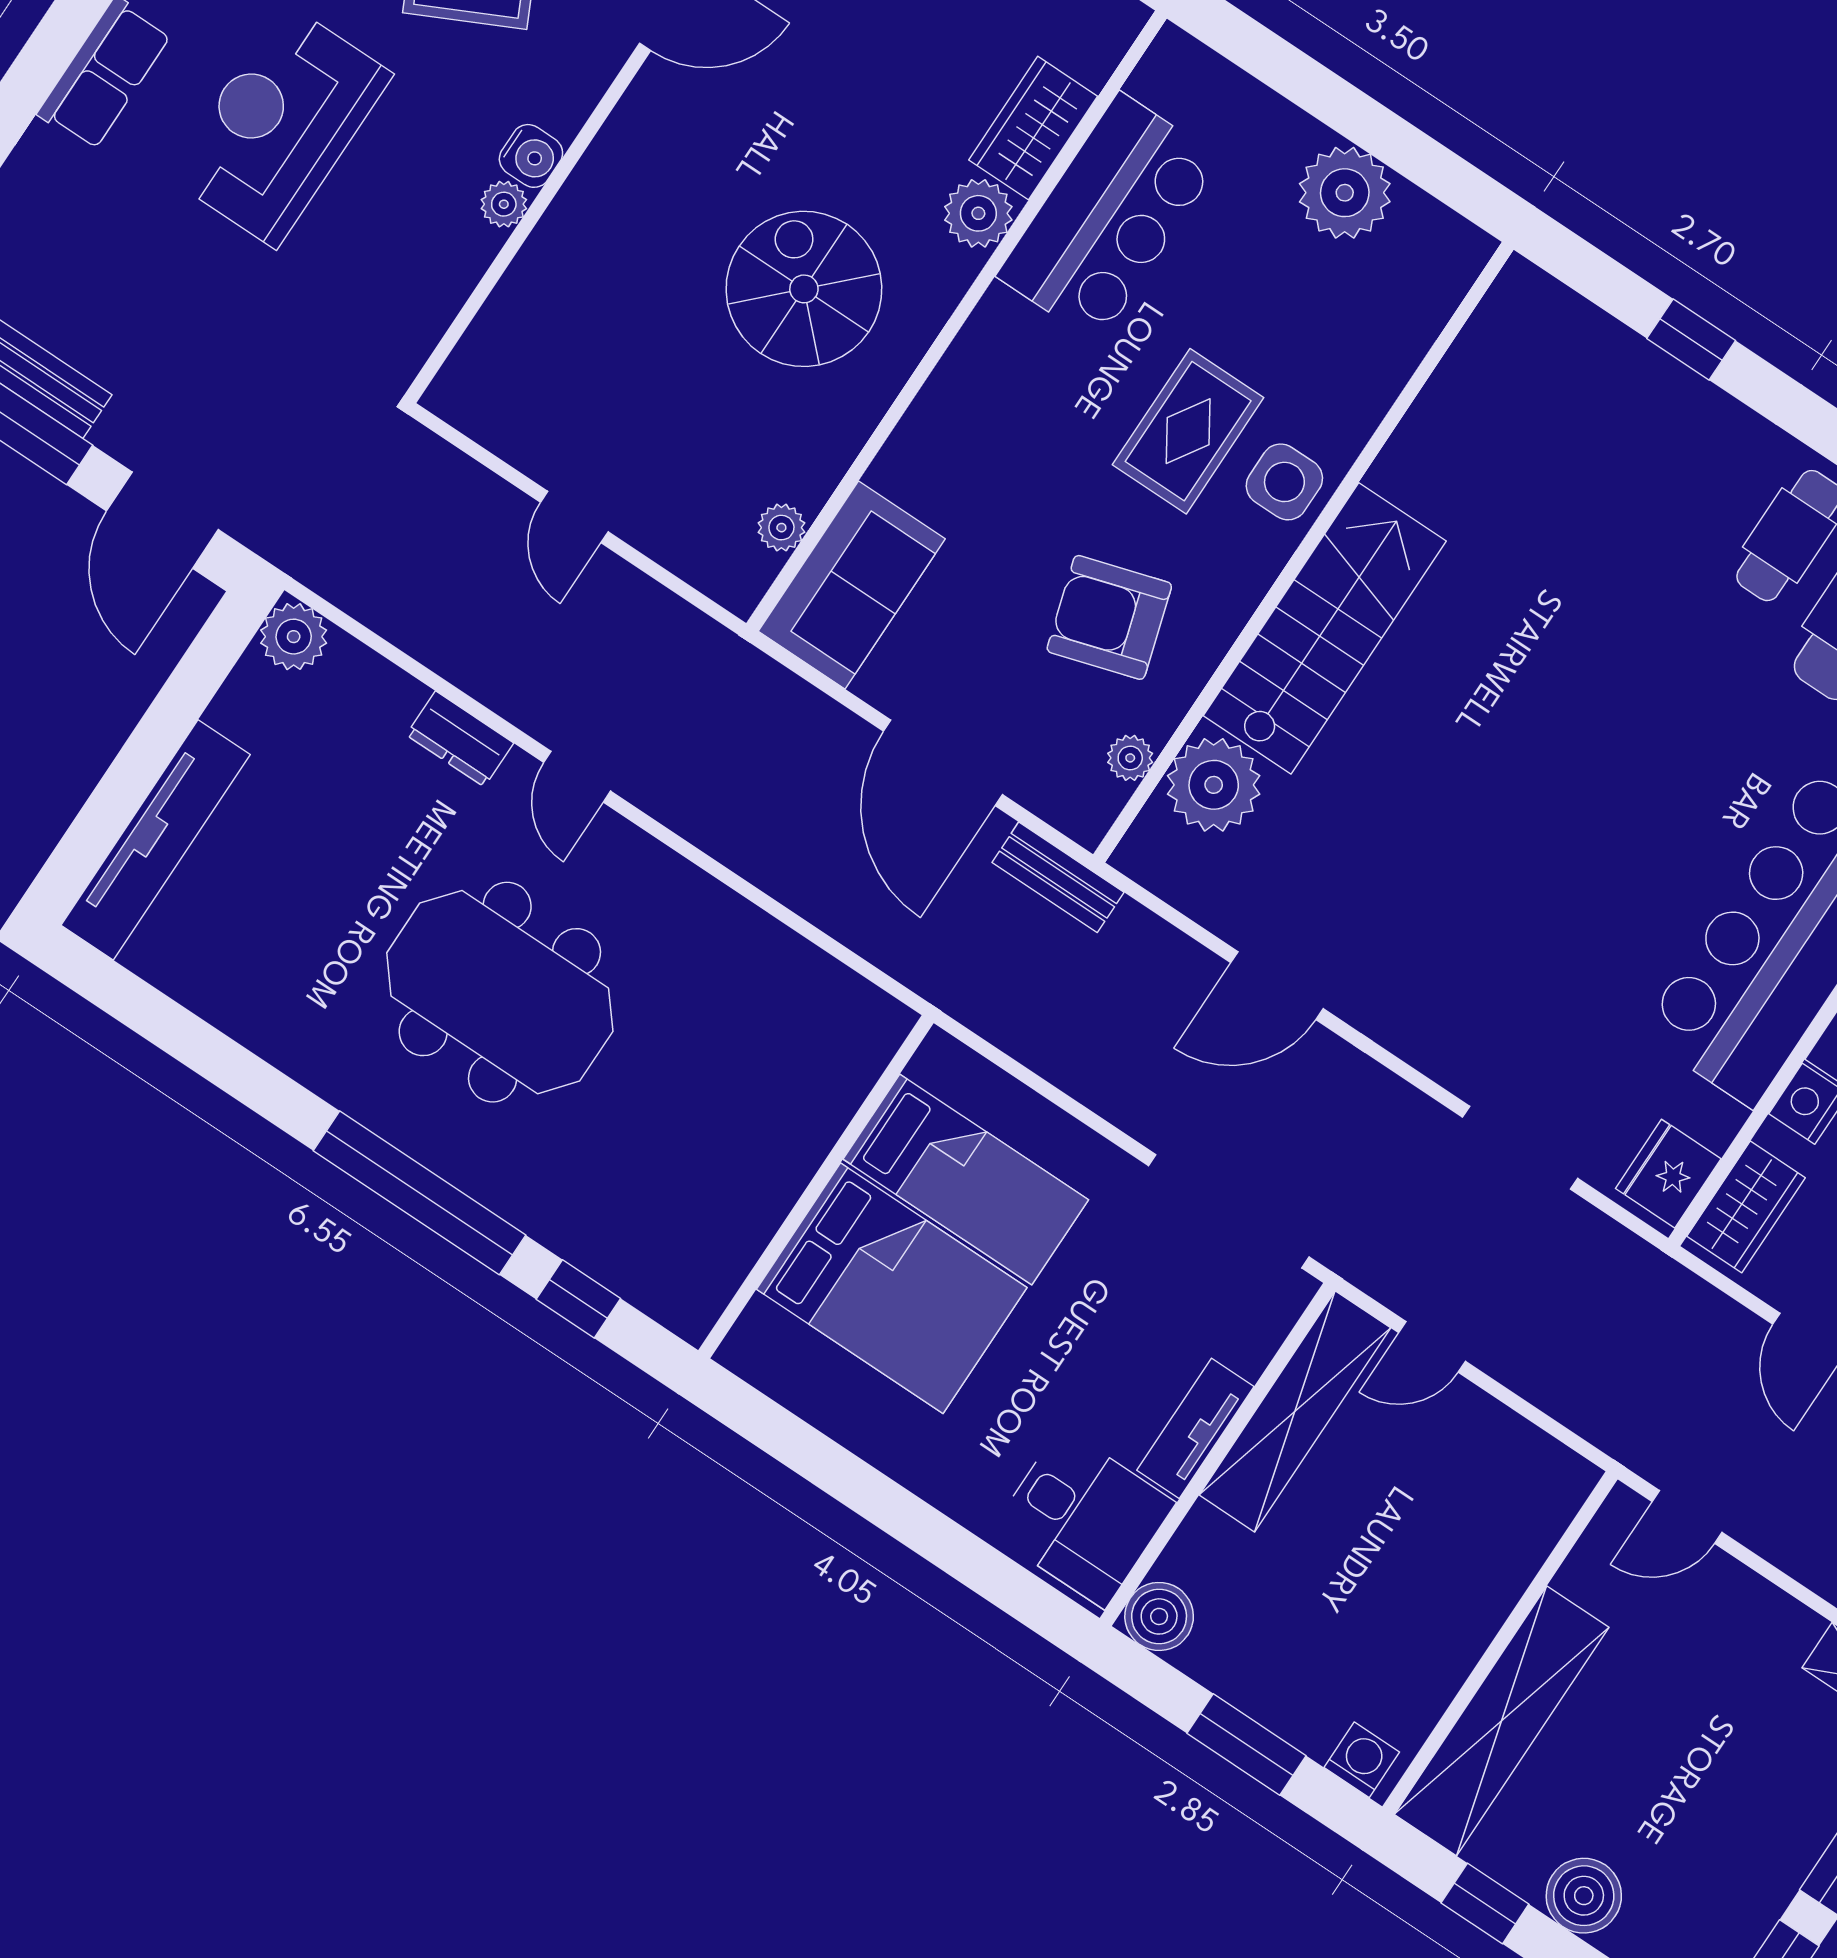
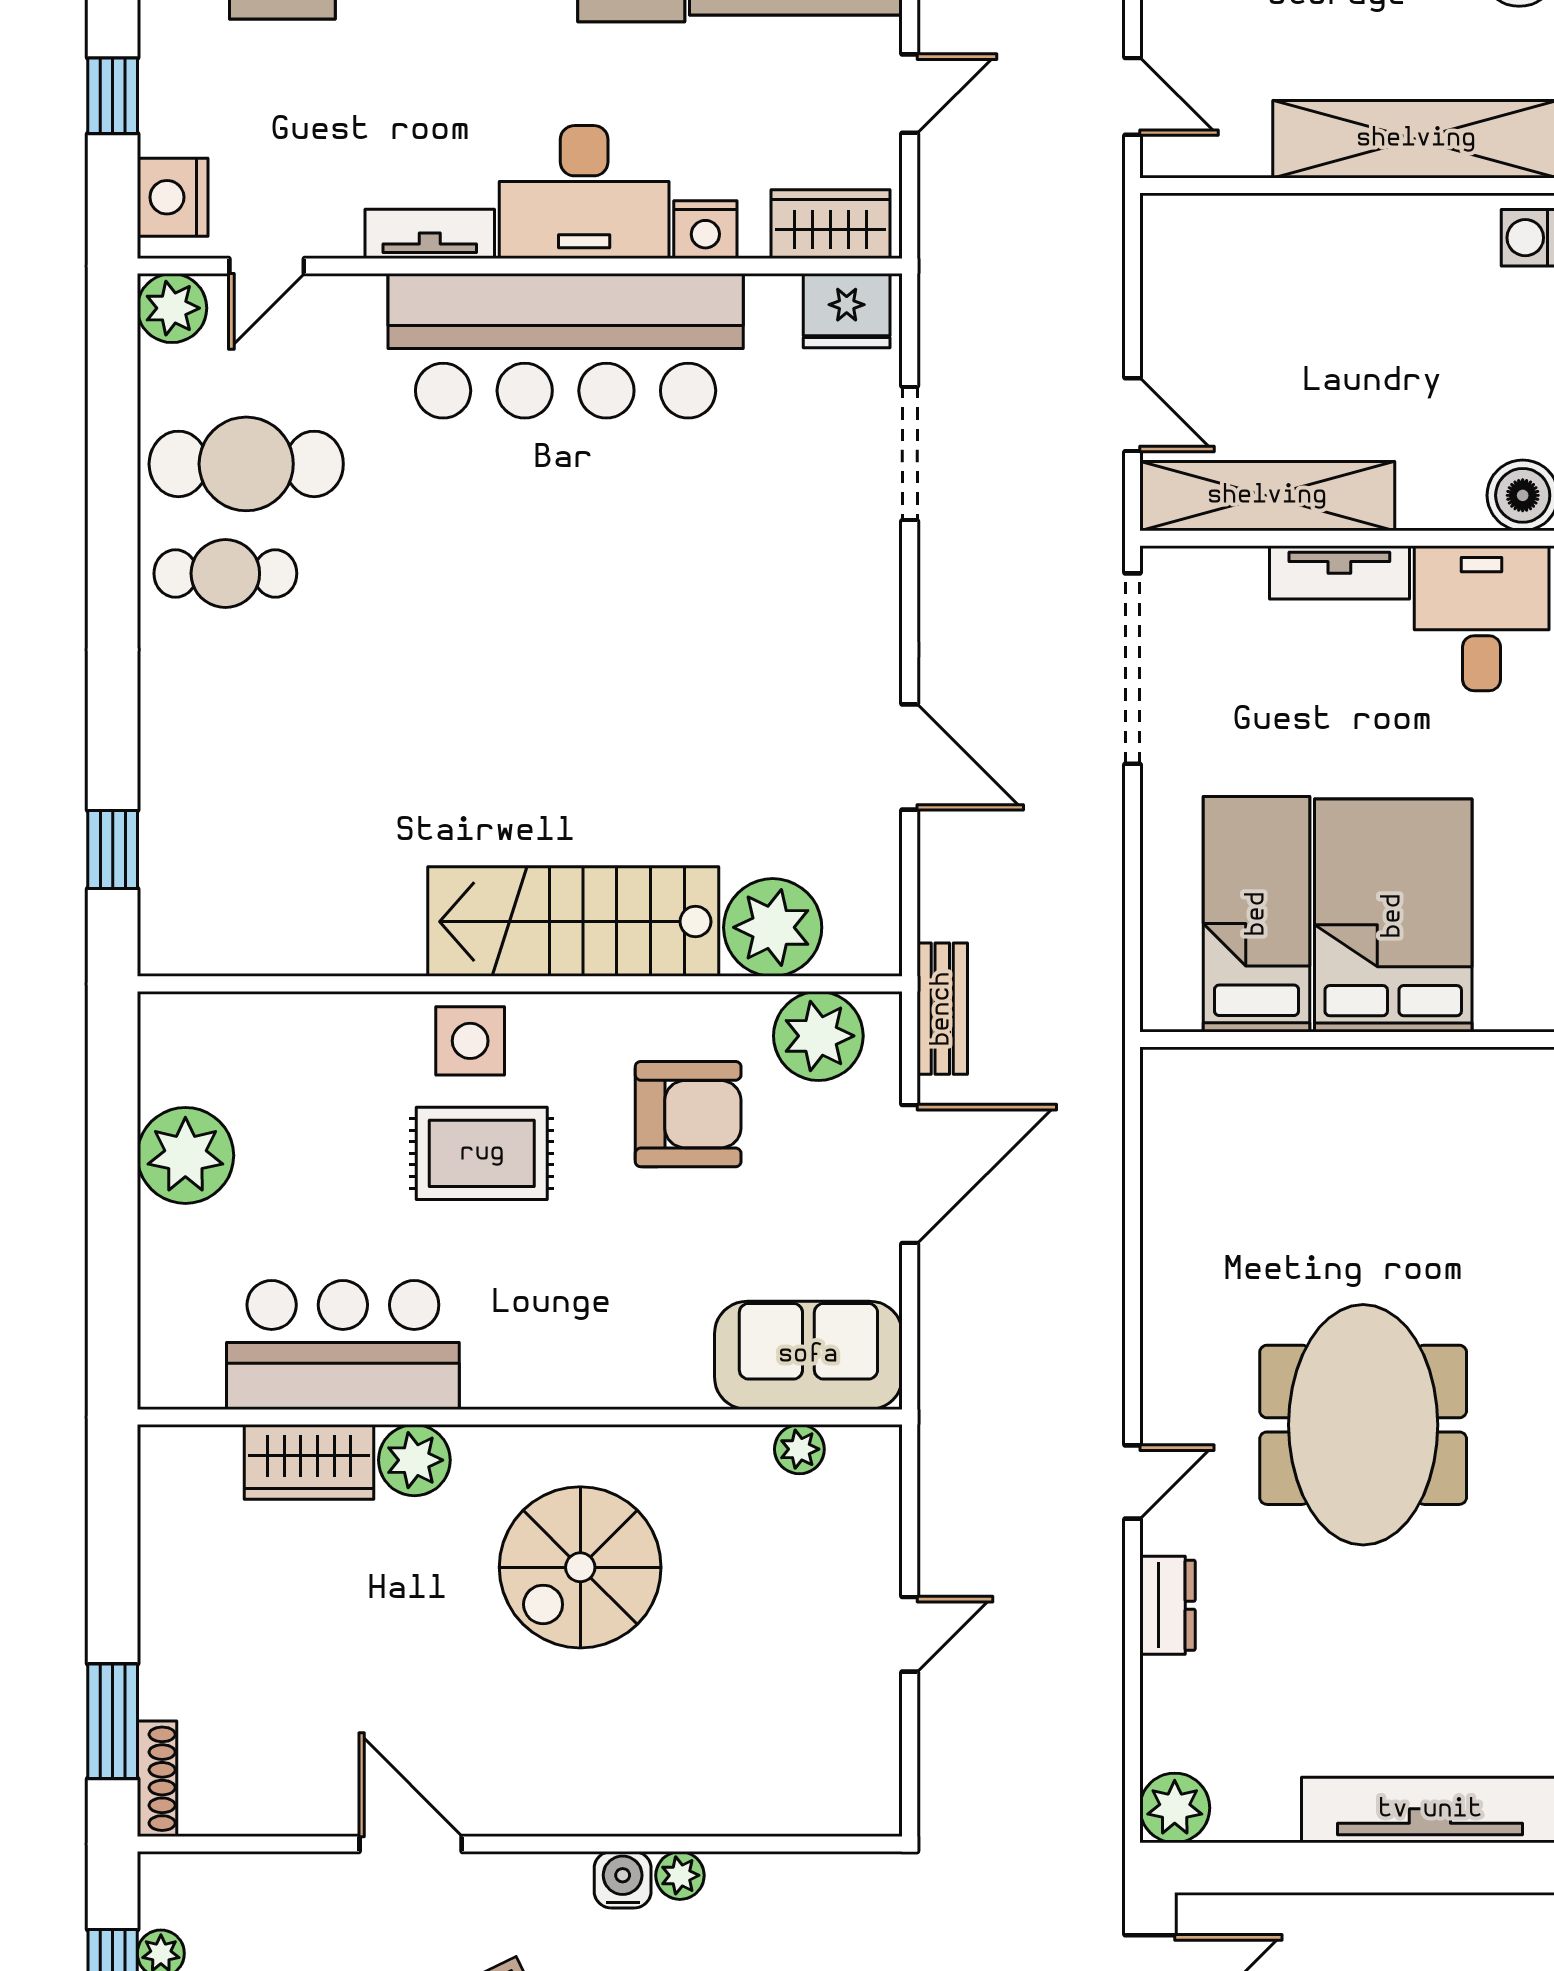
window: (1691, 339) -> (113, 850), moved
armchair: (1109, 617) -> (688, 1114), turned -73
plant: (1130, 758) -> (818, 1036), width x1.88, depth x1.88

